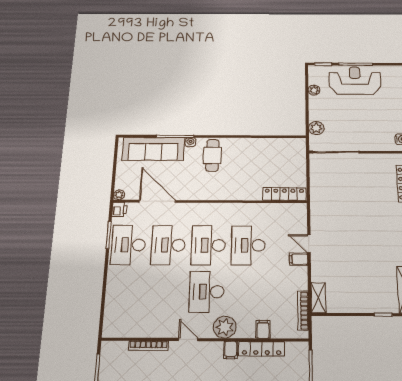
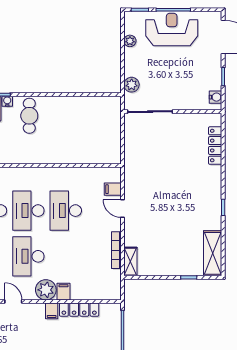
locker: (284, 194) -> (100, 157), removed
filing cabinet: (299, 259) -> (113, 189), moved
bookcase: (303, 311) -> (116, 250), moved
filing cabinet: (263, 329) -> (64, 292), moved

